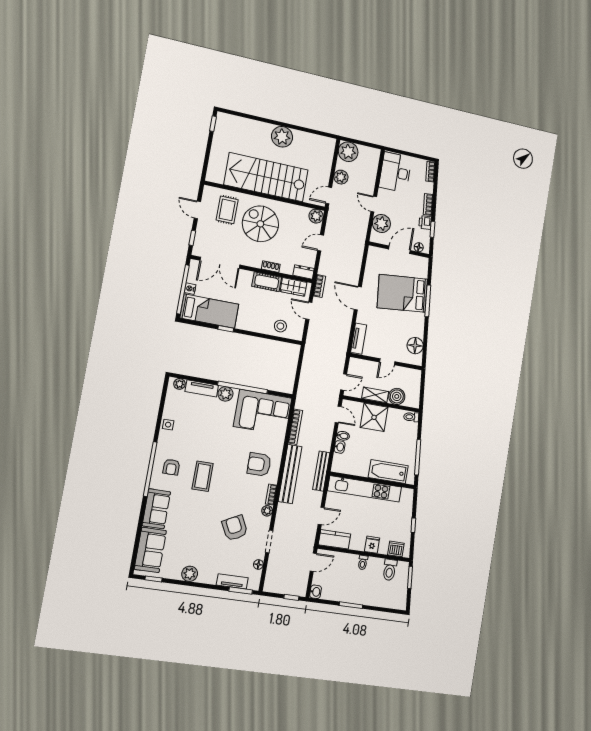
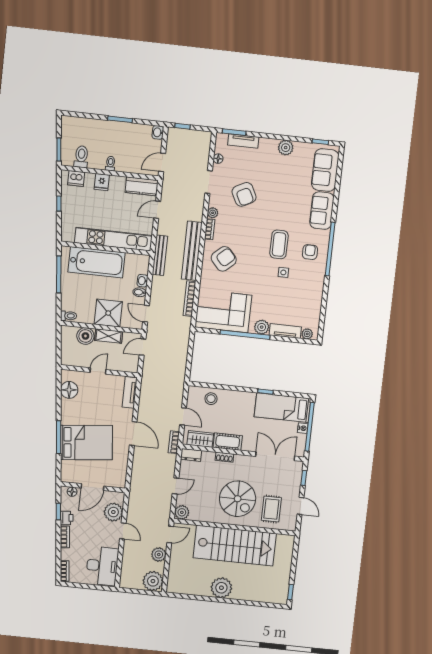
side table: (168, 425) -> (283, 272), moved
armchair: (259, 464) -> (224, 259), turned -42
bathtub: (388, 472) -> (96, 262), width x1.36, depth x1.36

